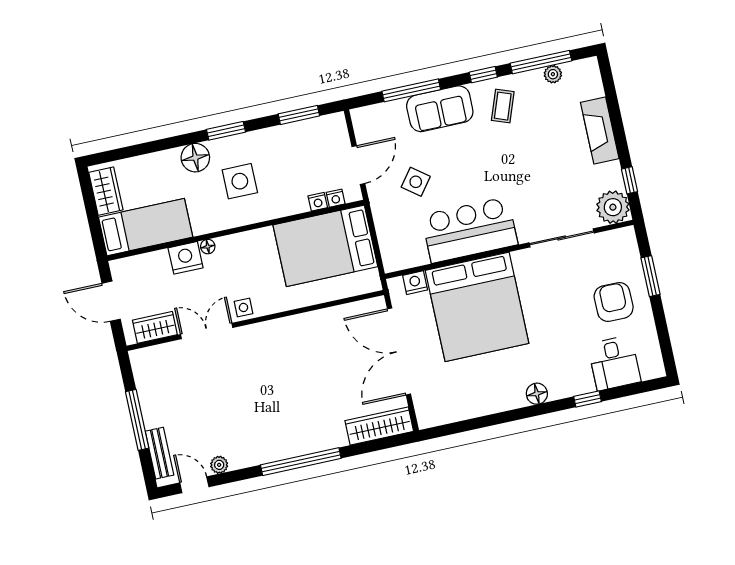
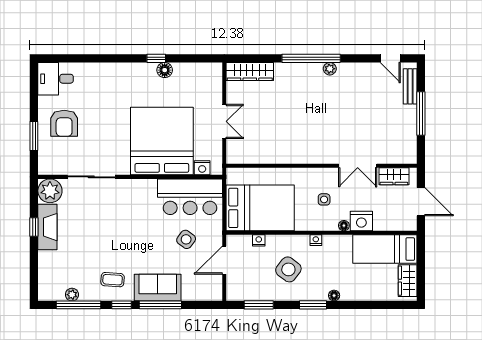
window: (411, 90) -> (160, 305), moved
coffee table: (503, 106) -> (113, 280), turned 74
fireplace: (600, 130) -> (47, 227), moved
floor lamp: (195, 158) -> (334, 296), width x0.53, depth x0.53
window: (630, 180) -> (34, 227), moved
side table: (240, 181) -> (288, 269), moved, turned 37
nightstand: (336, 198) -> (316, 240), moved
bar counter: (470, 230) -> (190, 197), moved
side table: (243, 307) -> (324, 199), moved
double door: (399, 351) -> (224, 121), width x0.54
desk: (614, 363) -> (56, 79), moved, turned -90
floor lamp: (537, 394) -> (165, 70), moved
window: (588, 399) -> (156, 58), moved
plant: (219, 465) -> (330, 69), moved

